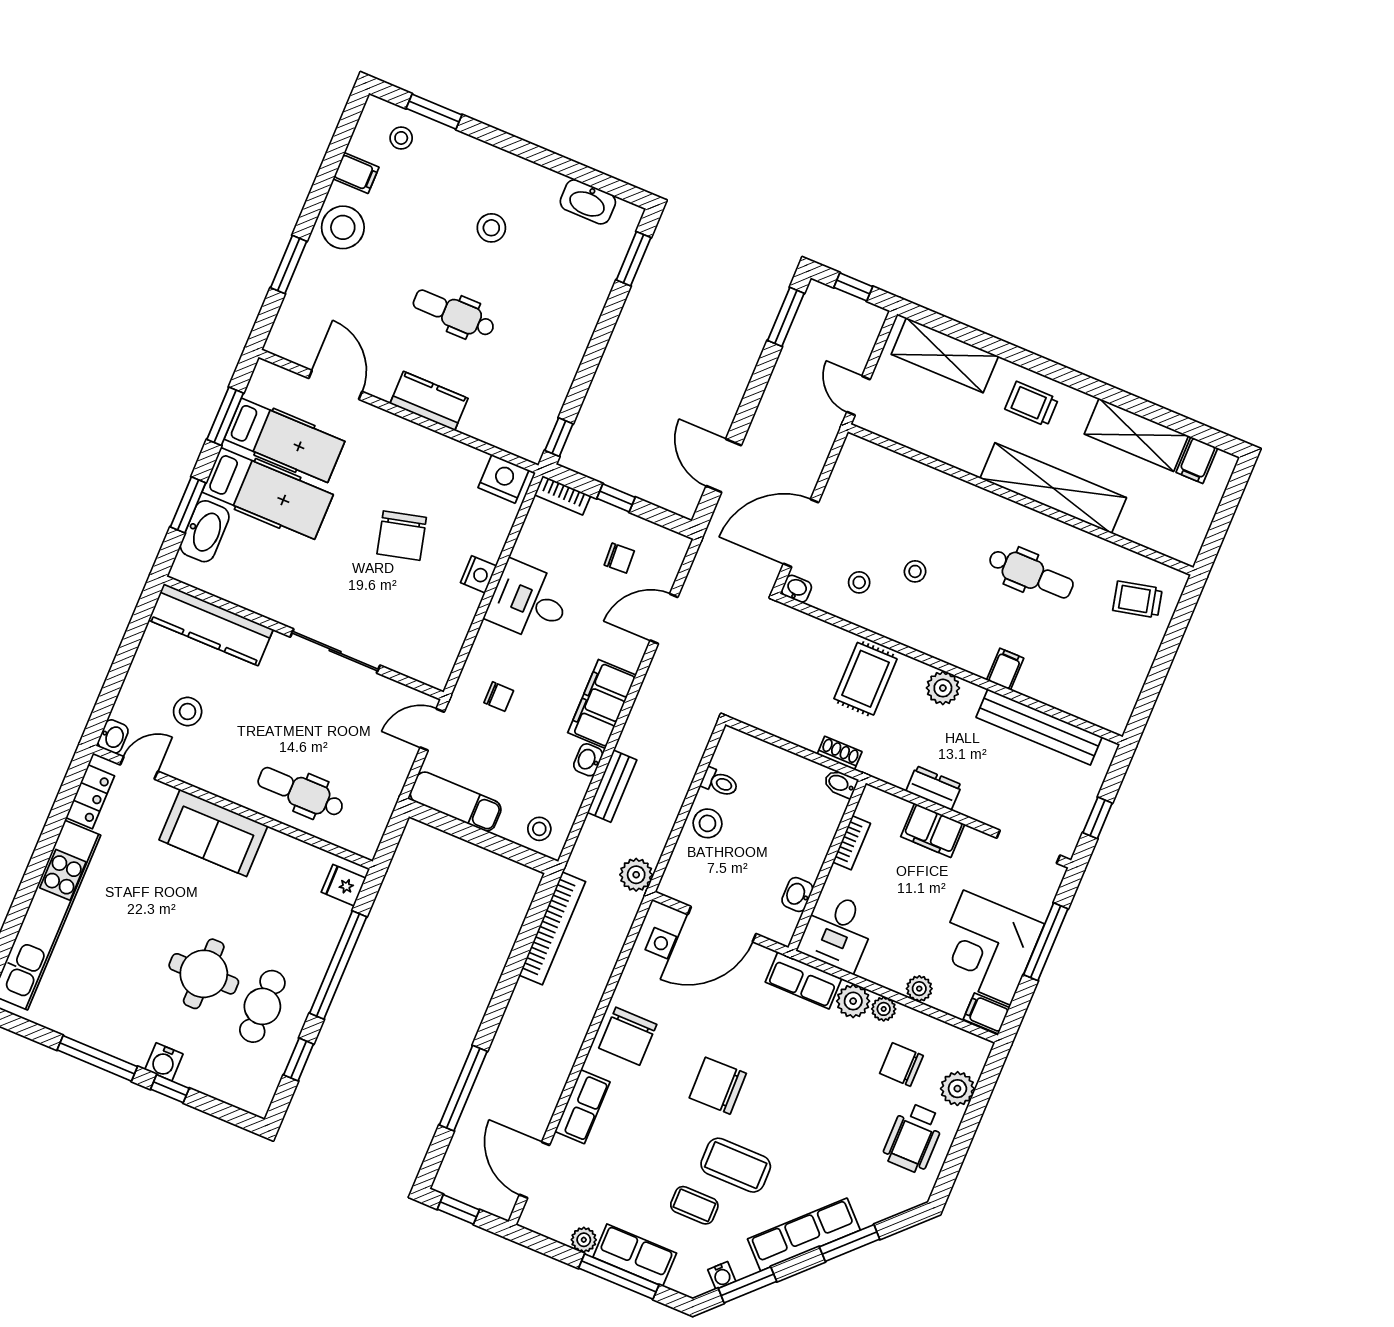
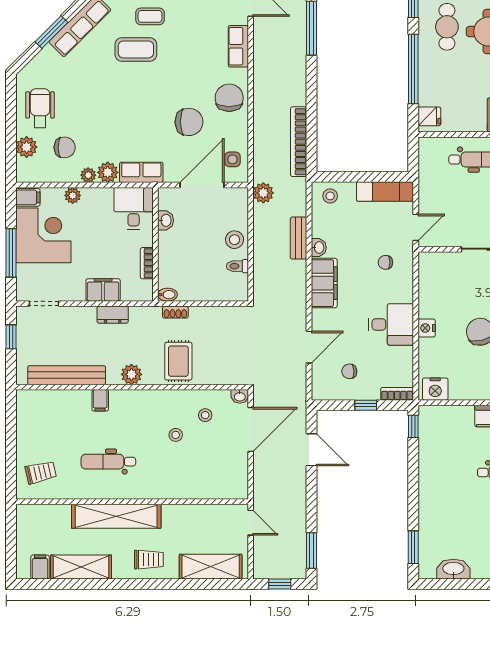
doorway: (1028, 847) -> (44, 304), width x0.73
chair: (718, 1086) -> (189, 122), moved

